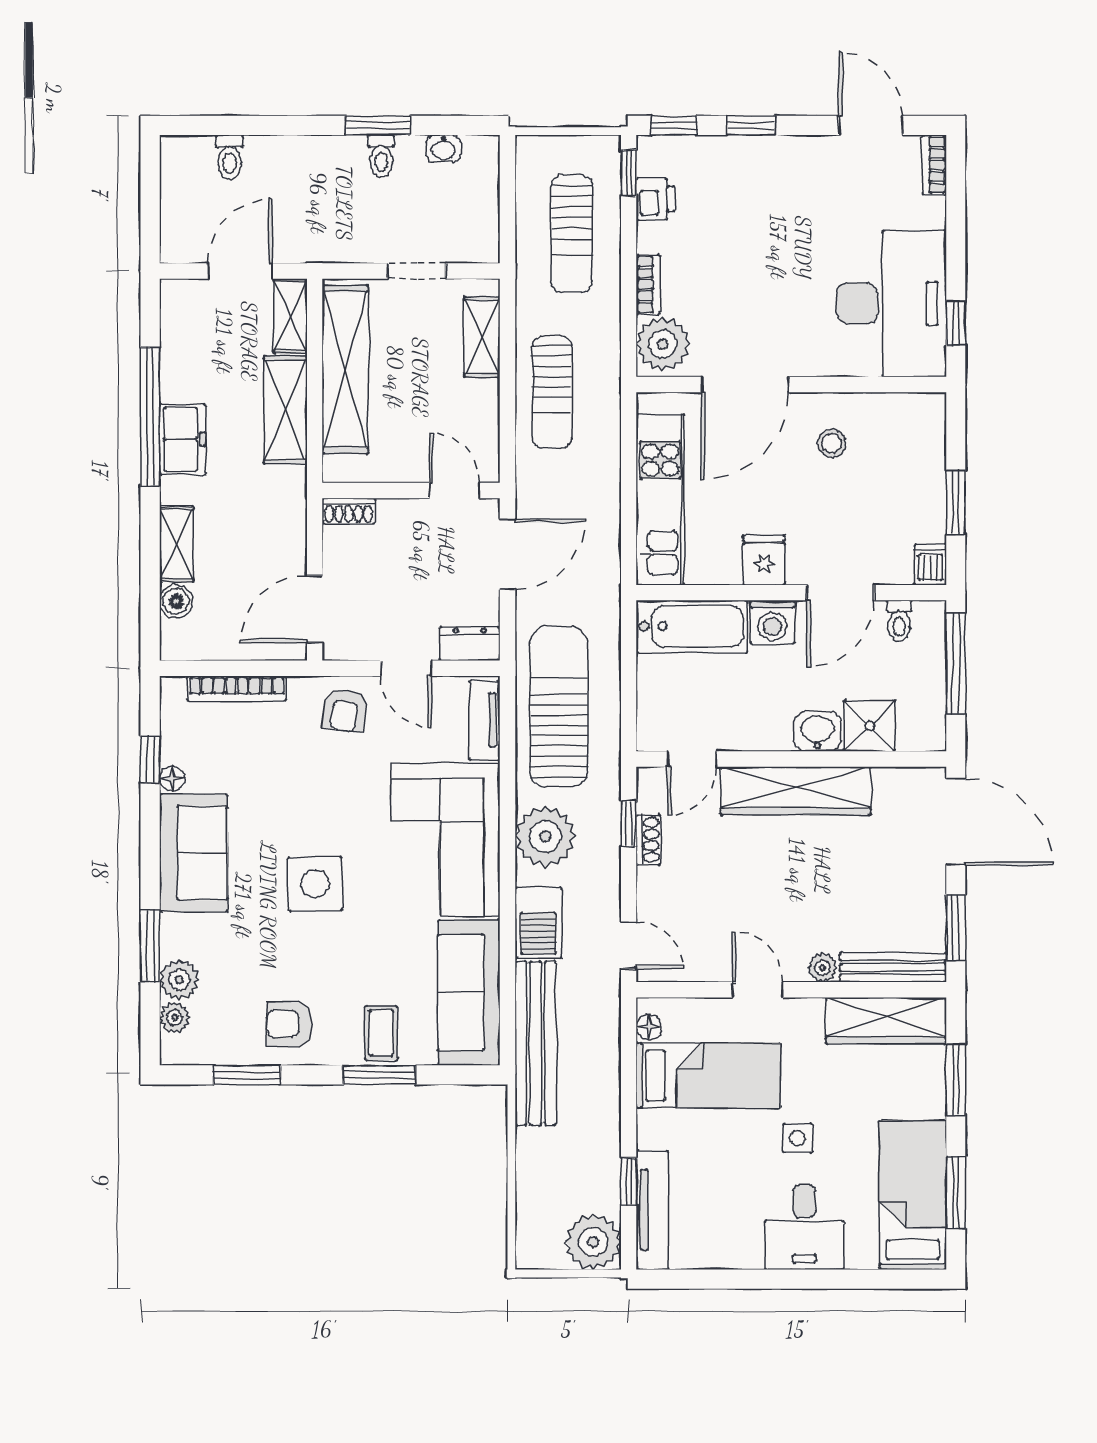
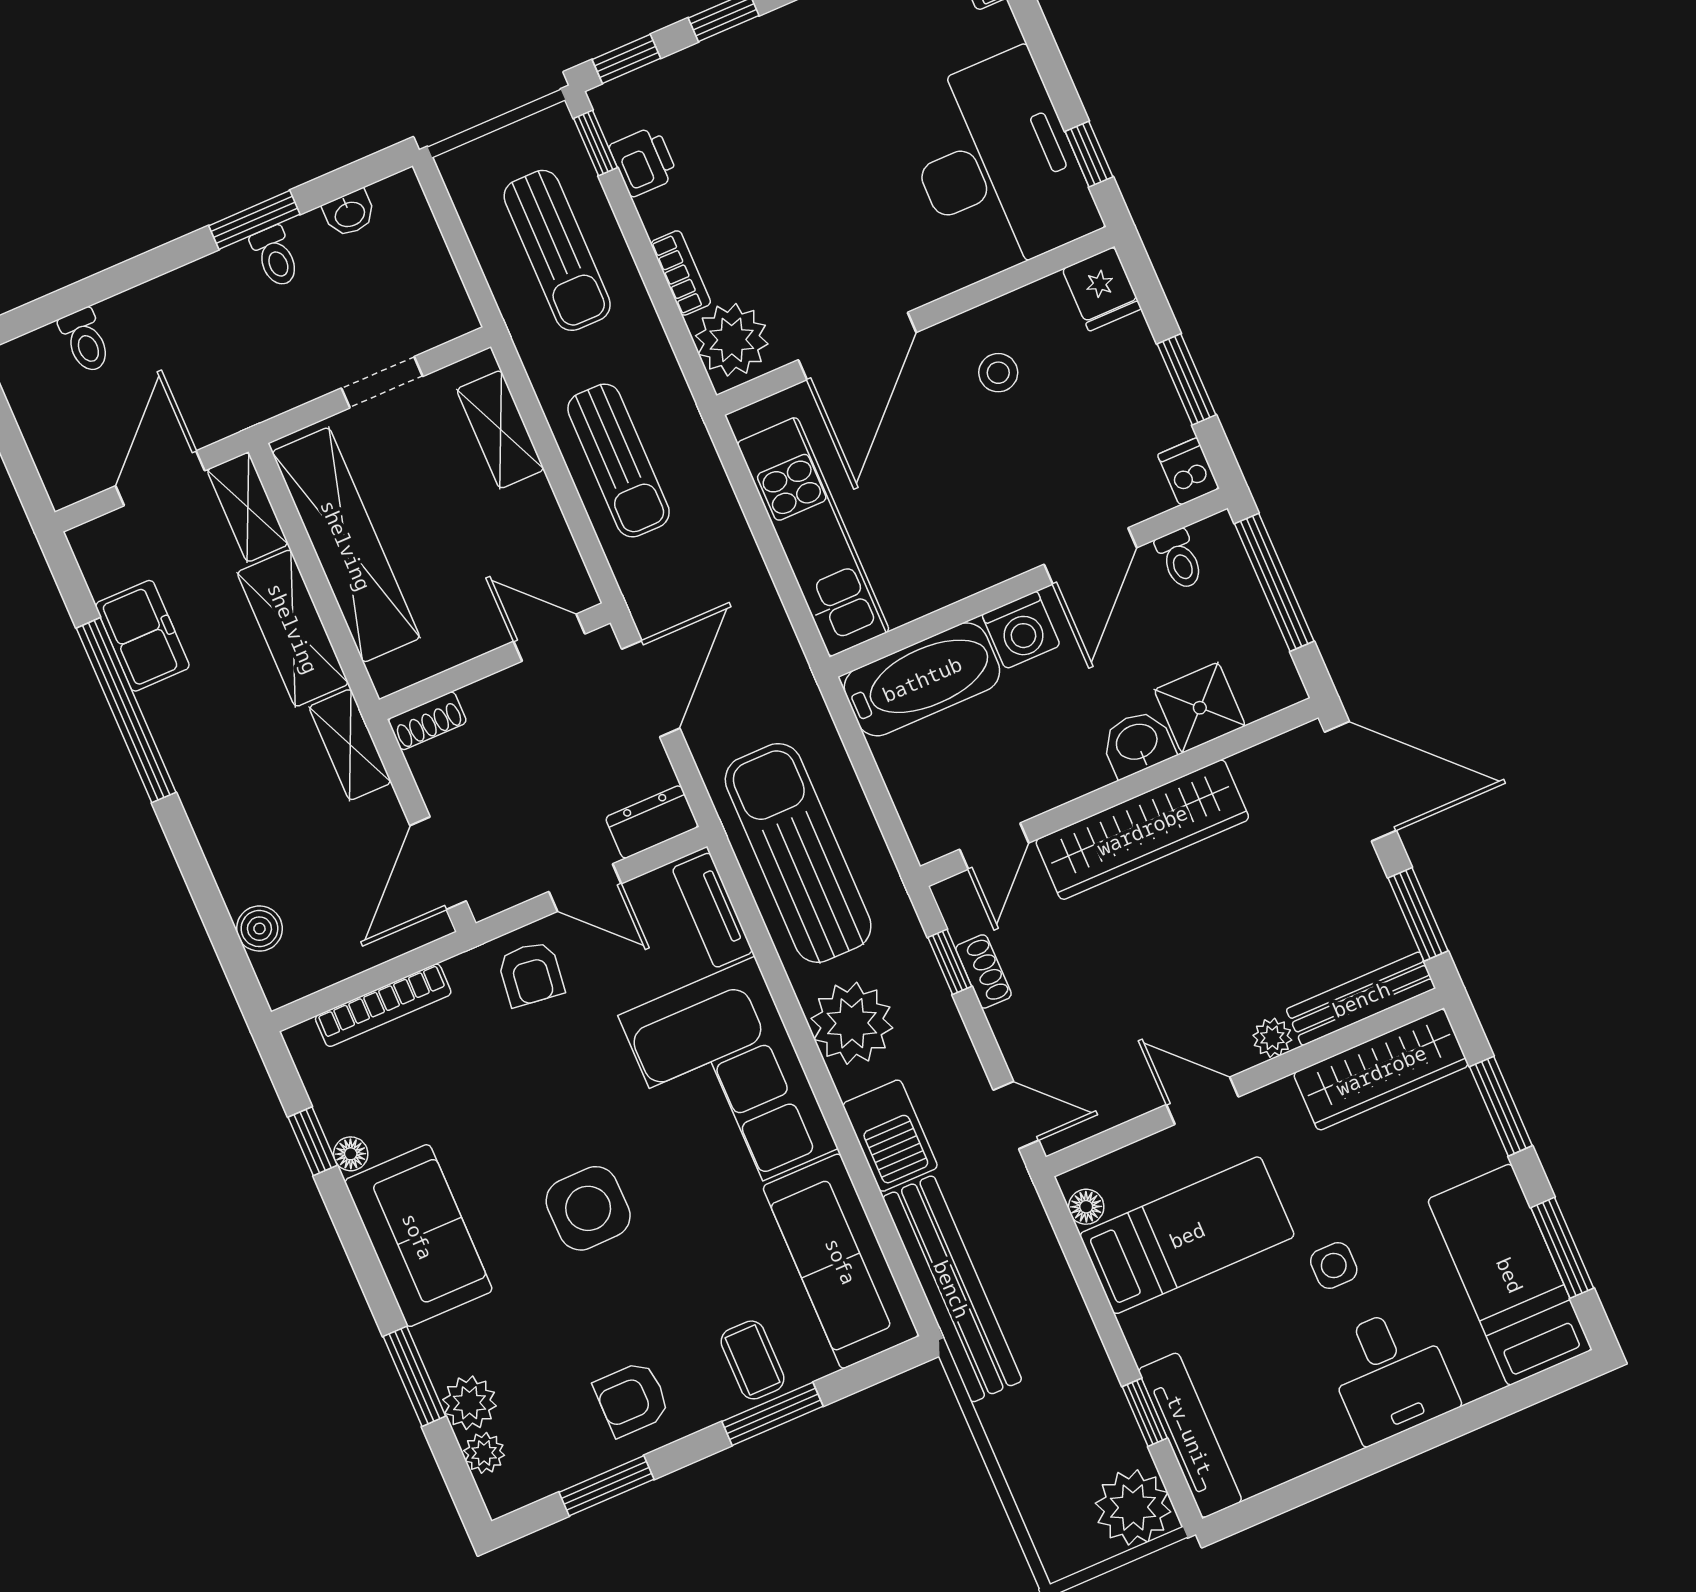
freezer: (183, 439) -> (142, 636), moved
shelving: (176, 544) -> (350, 745), moved
fridge: (764, 560) -> (1102, 289), moved, turned 180

